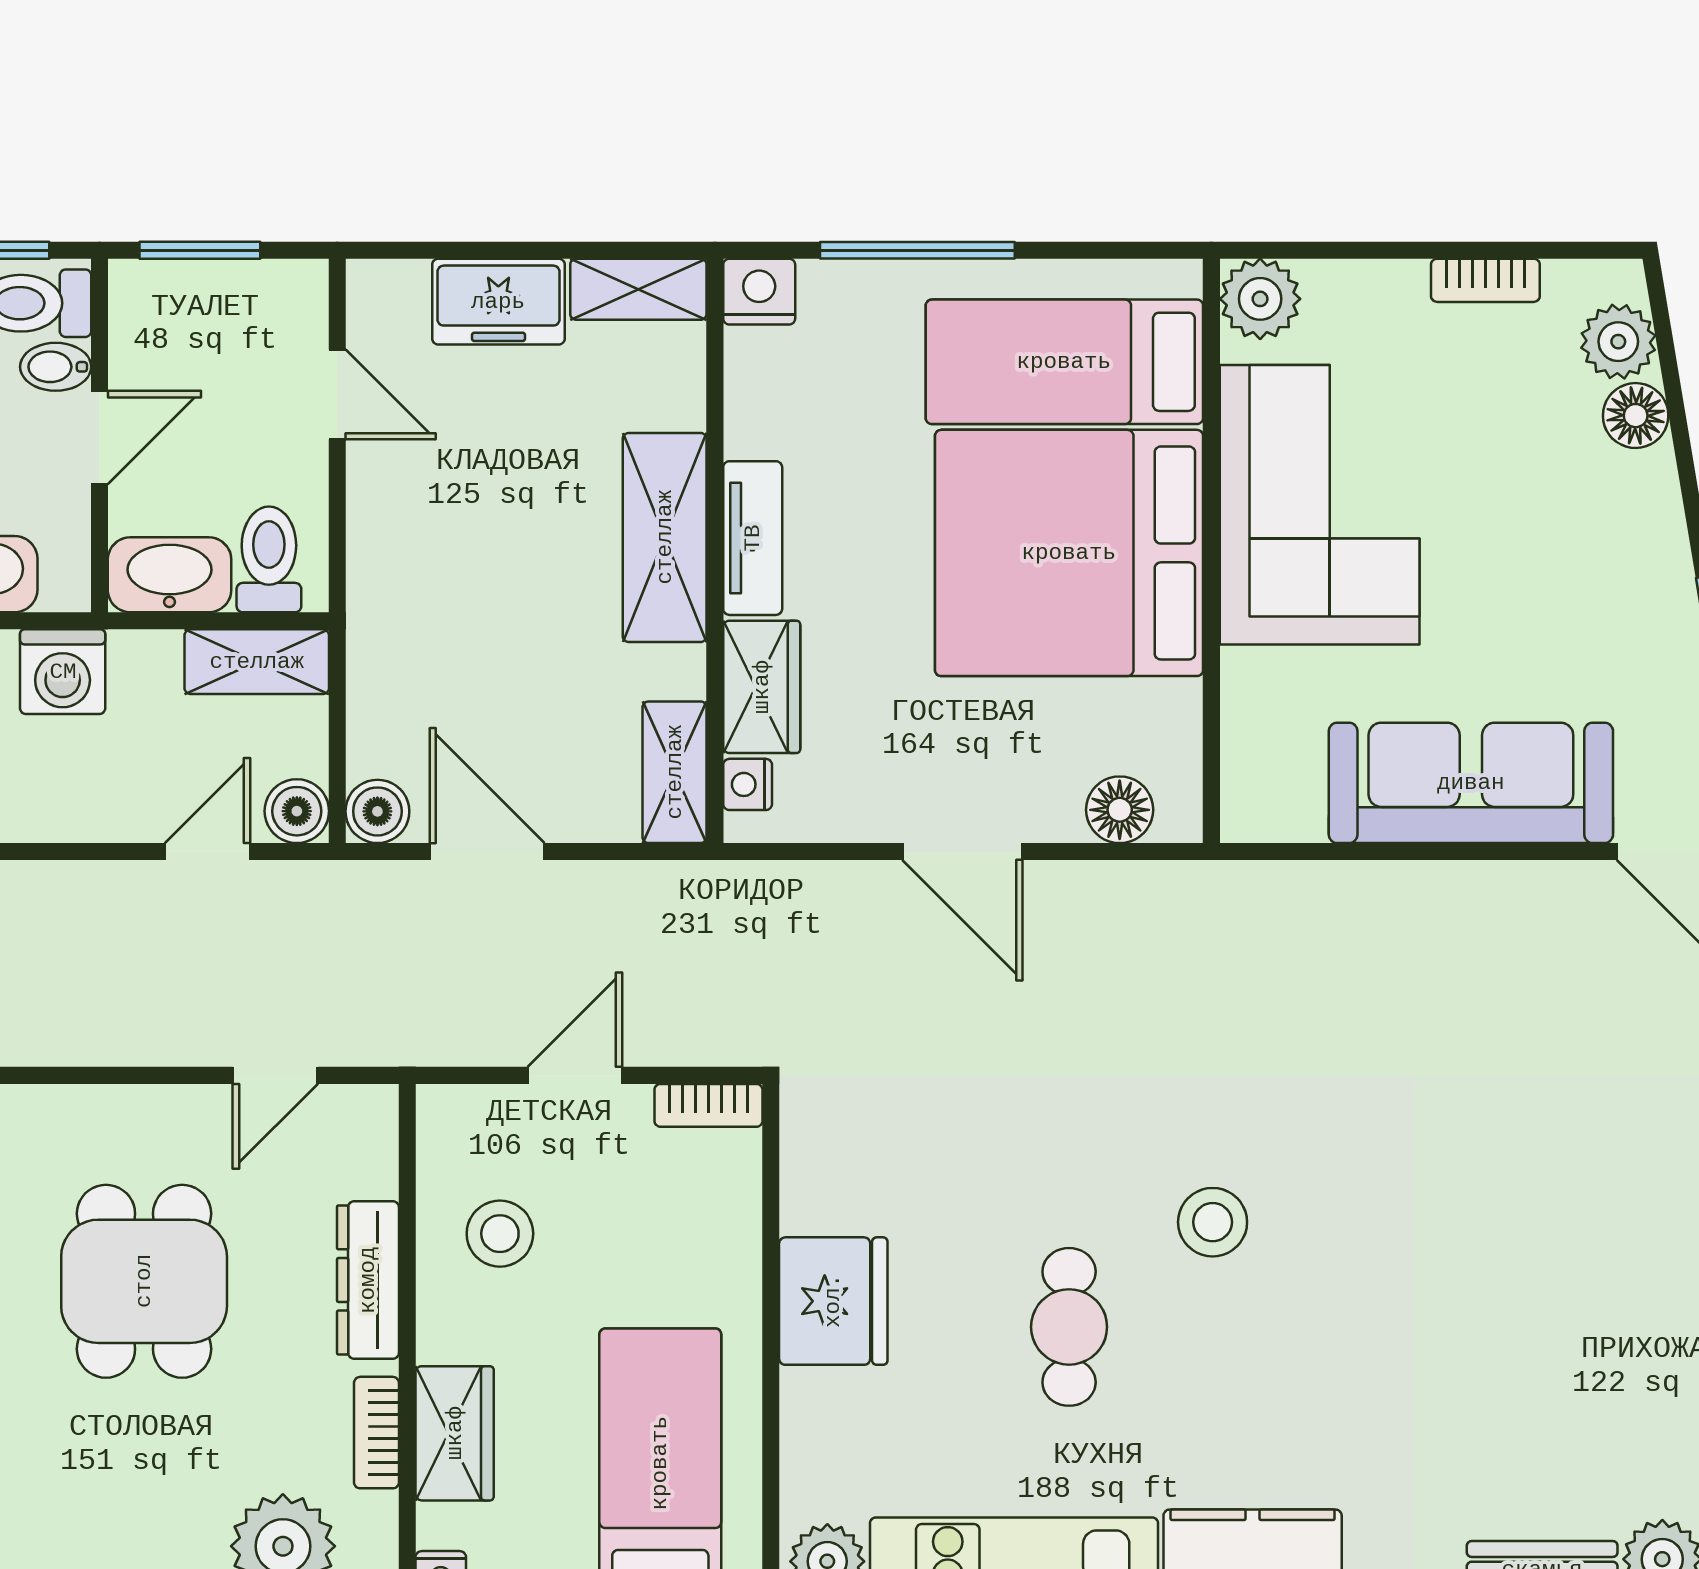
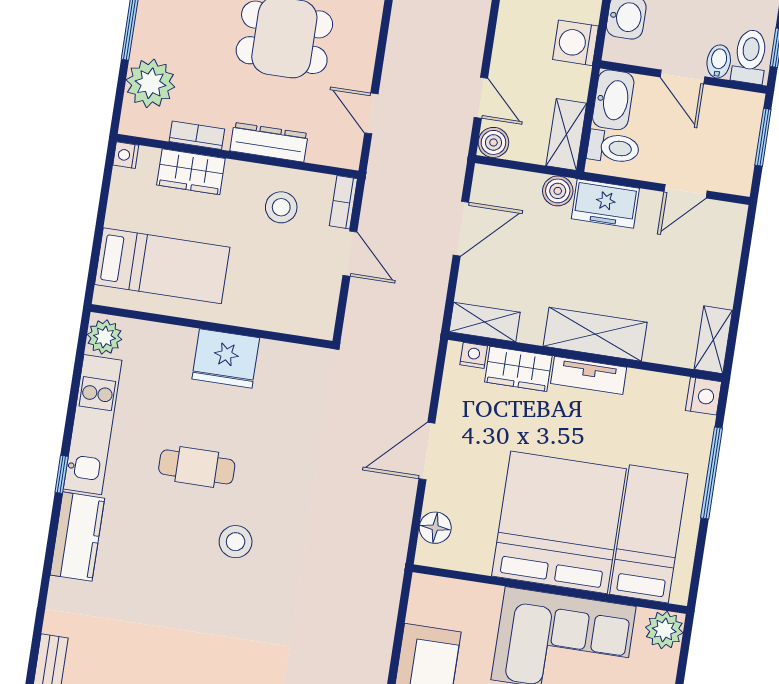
freezer: (498, 302) -> (605, 204), moved, turned -90
boiler: (377, 811) -> (558, 191), moved
bookcase: (708, 1105) -> (343, 202), moved

